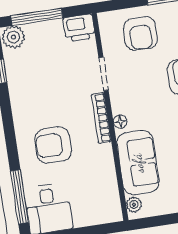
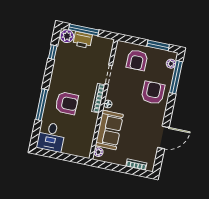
printer: (79, 28) -> (83, 40), moved
armchair: (53, 145) -> (67, 103), turned 180
window: (19, 197) -> (42, 105), moved

